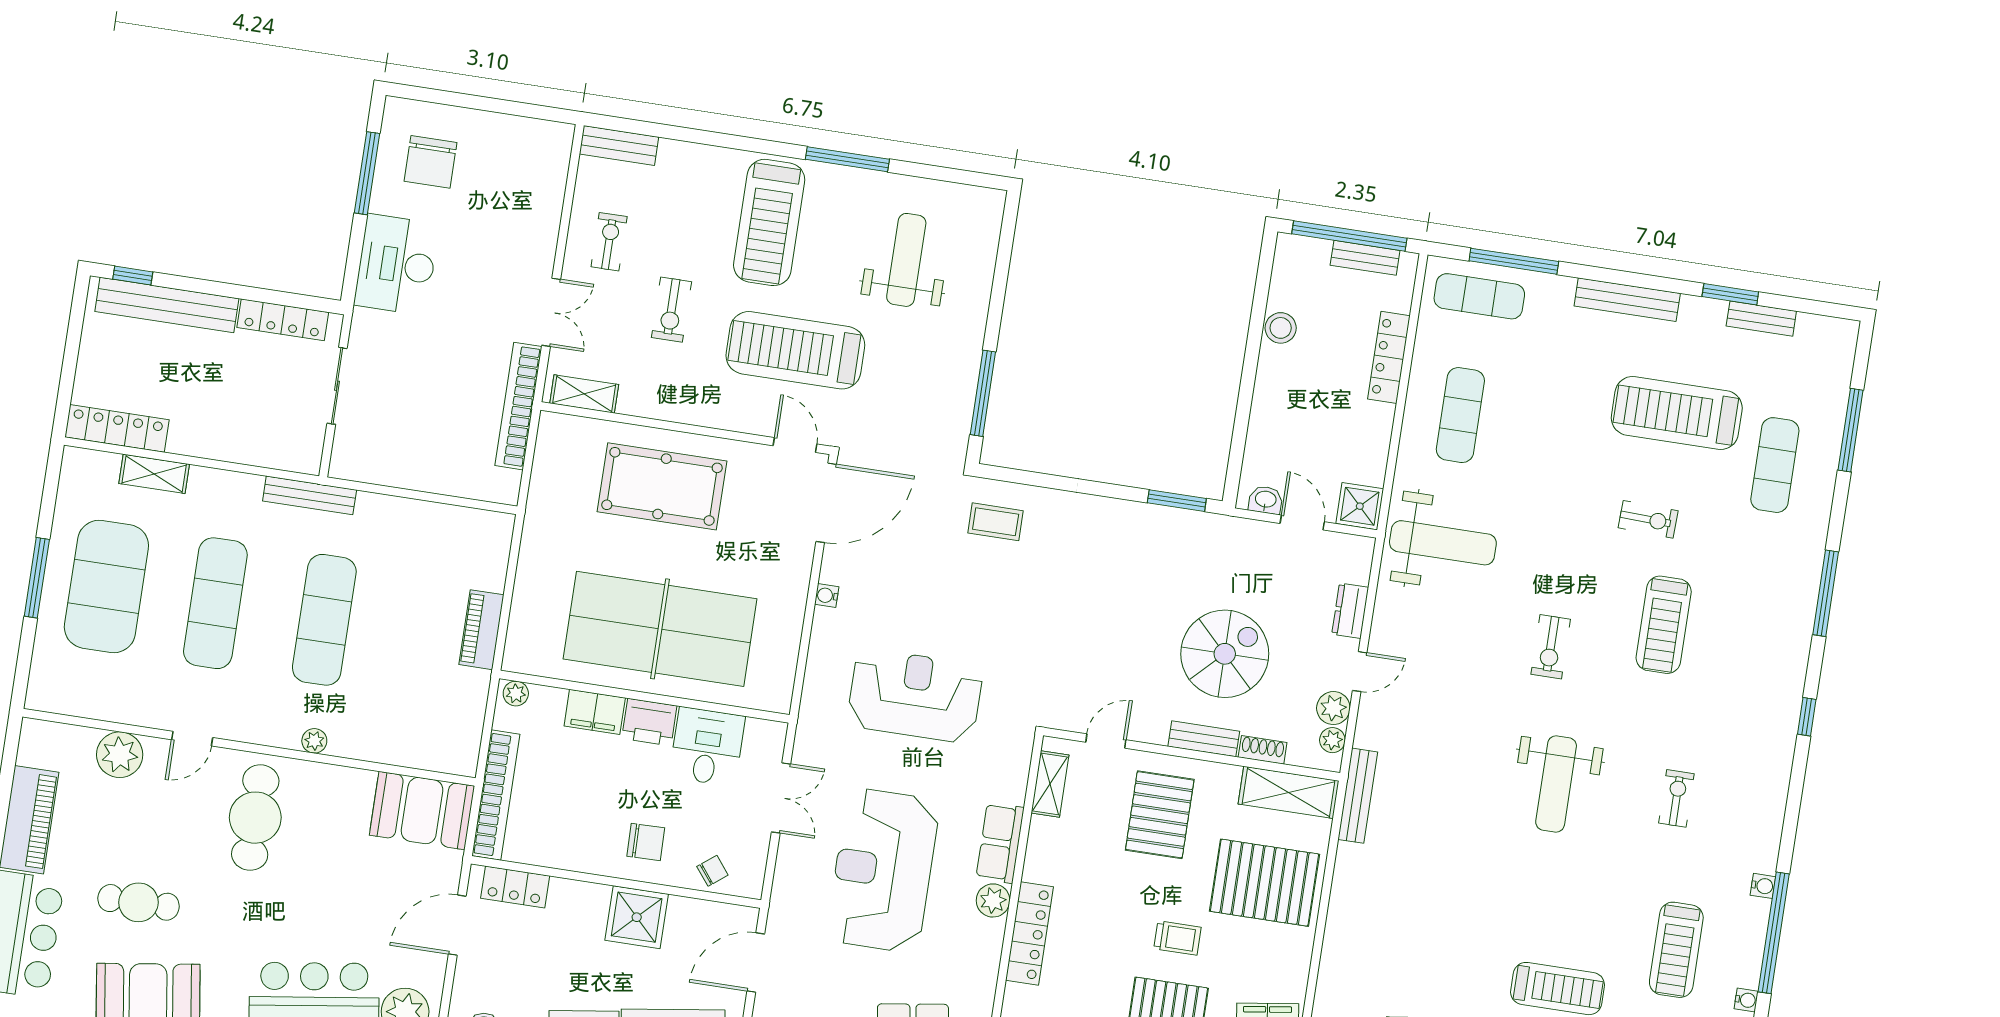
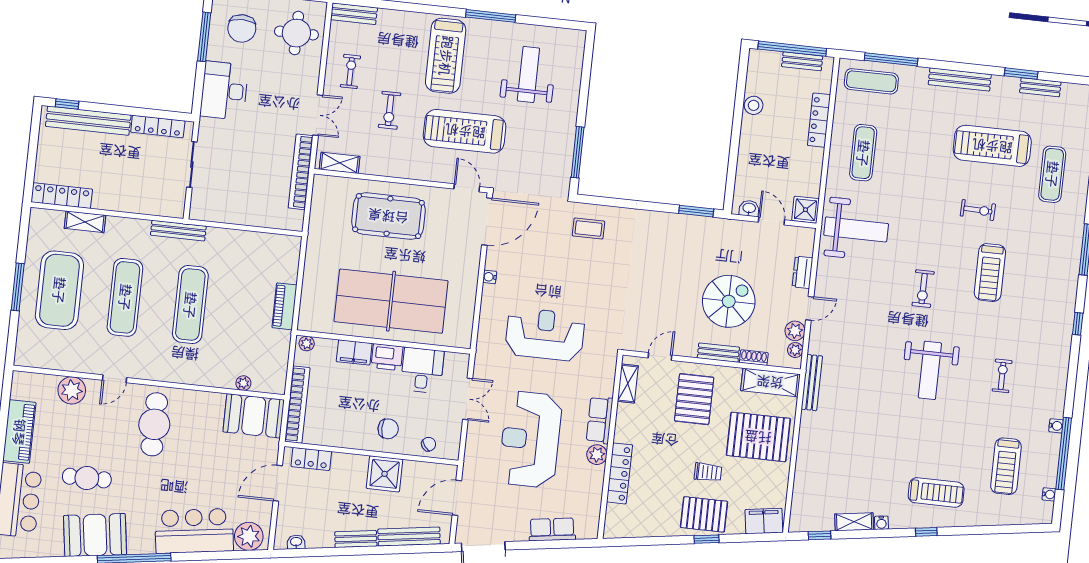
round table: (521, 174) -> (296, 33), added
plant: (314, 741) -> (243, 383), moved

